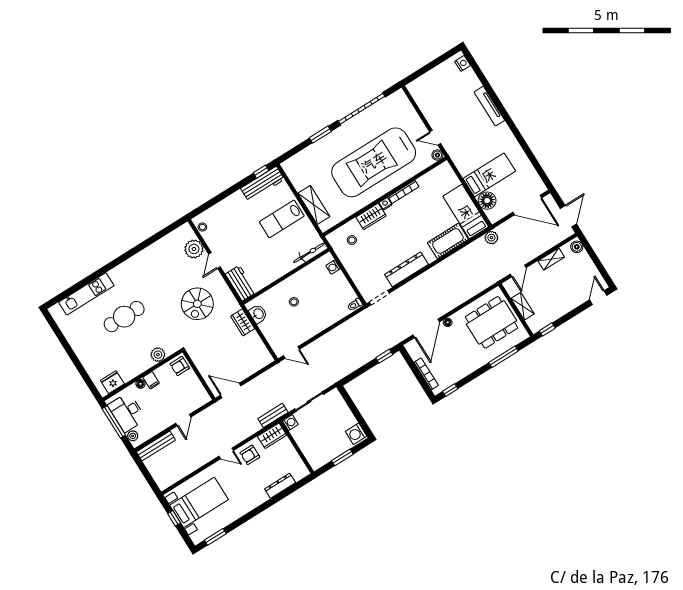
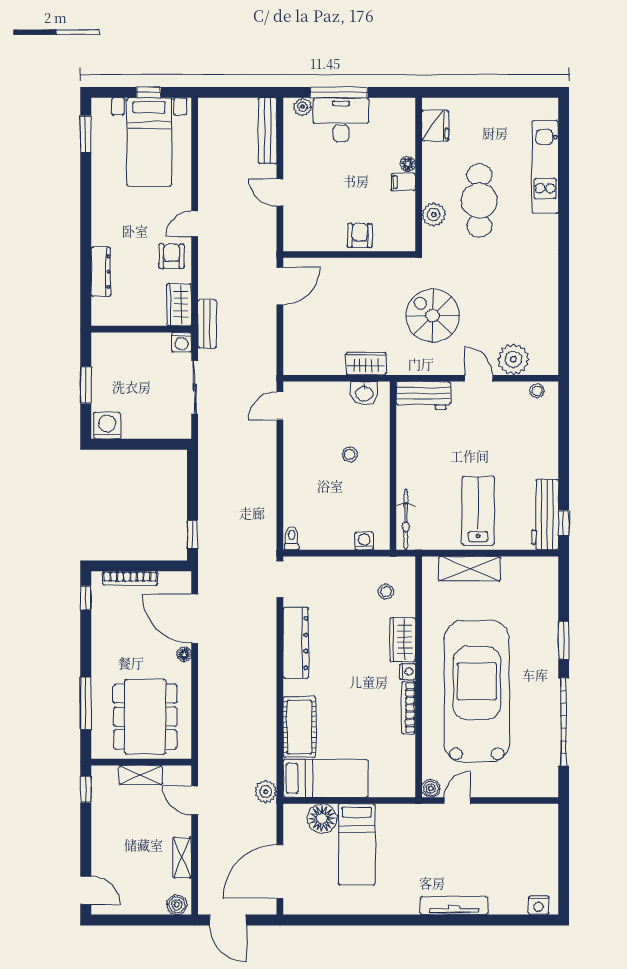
plant: (158, 355) -> (434, 215), moved
wall: (142, 375) -> (419, 175), moved
filing cabinet: (151, 380) -> (403, 182), moved
fridge: (112, 382) -> (435, 125), moved
floor lamp: (140, 384) -> (408, 164), moved

